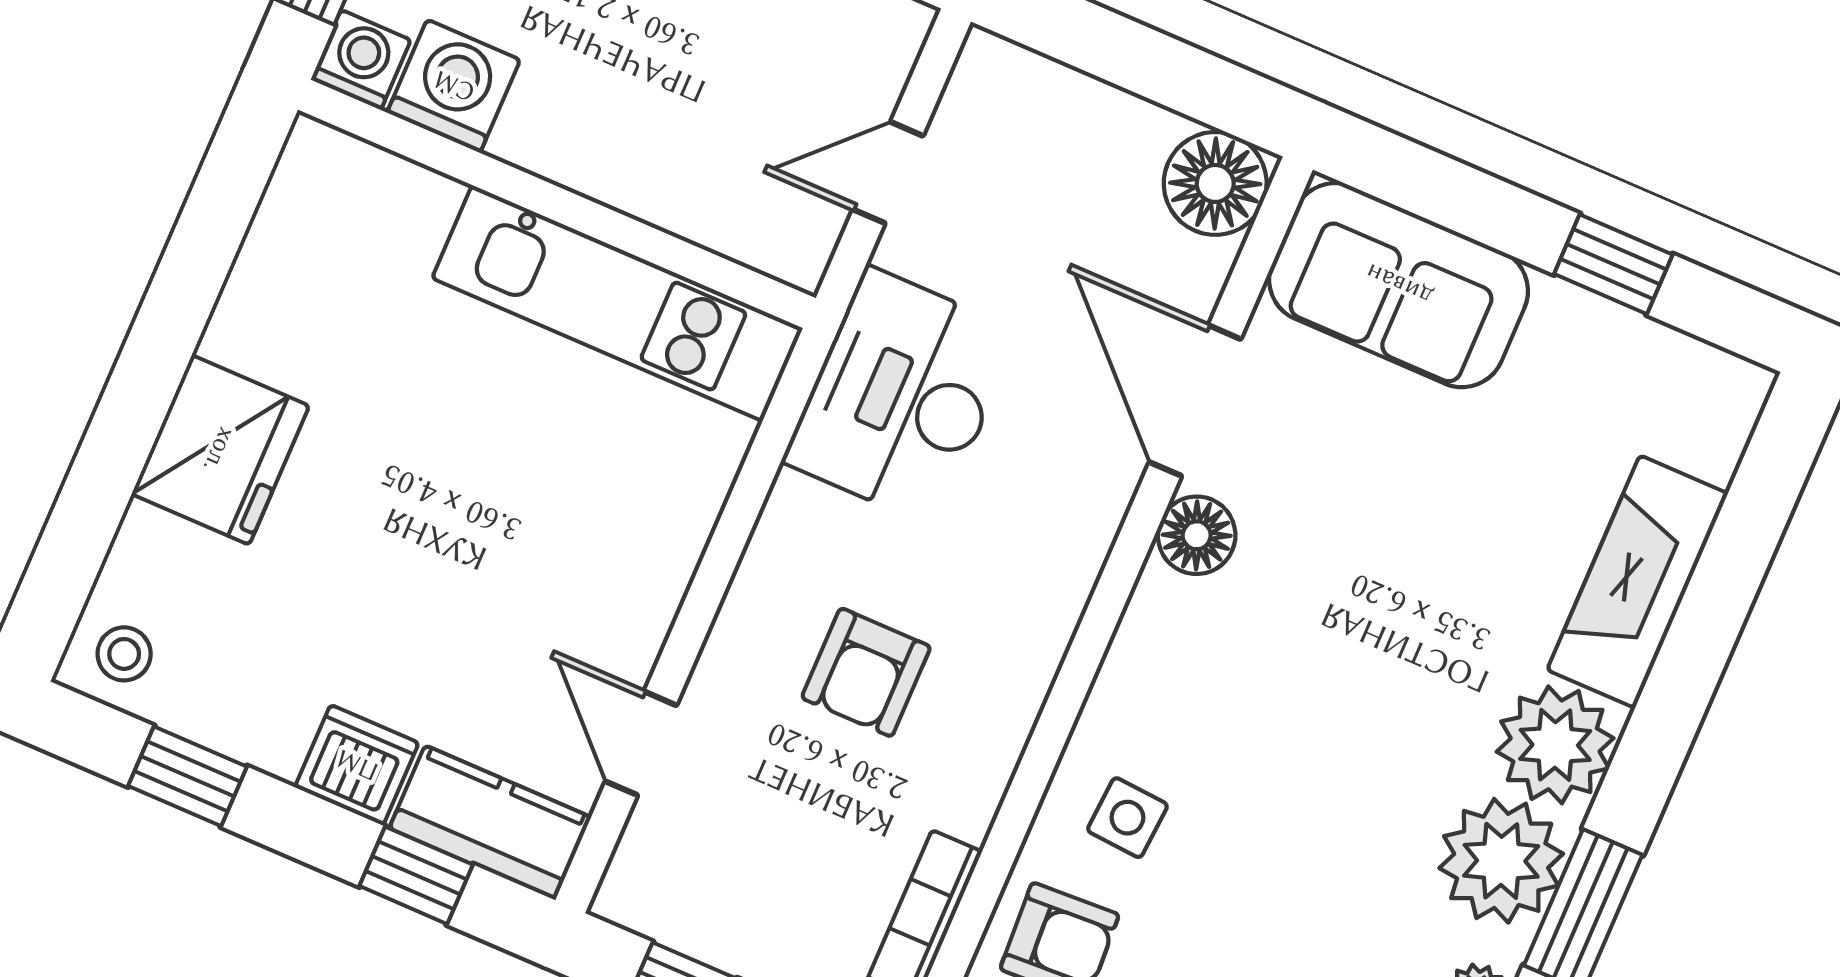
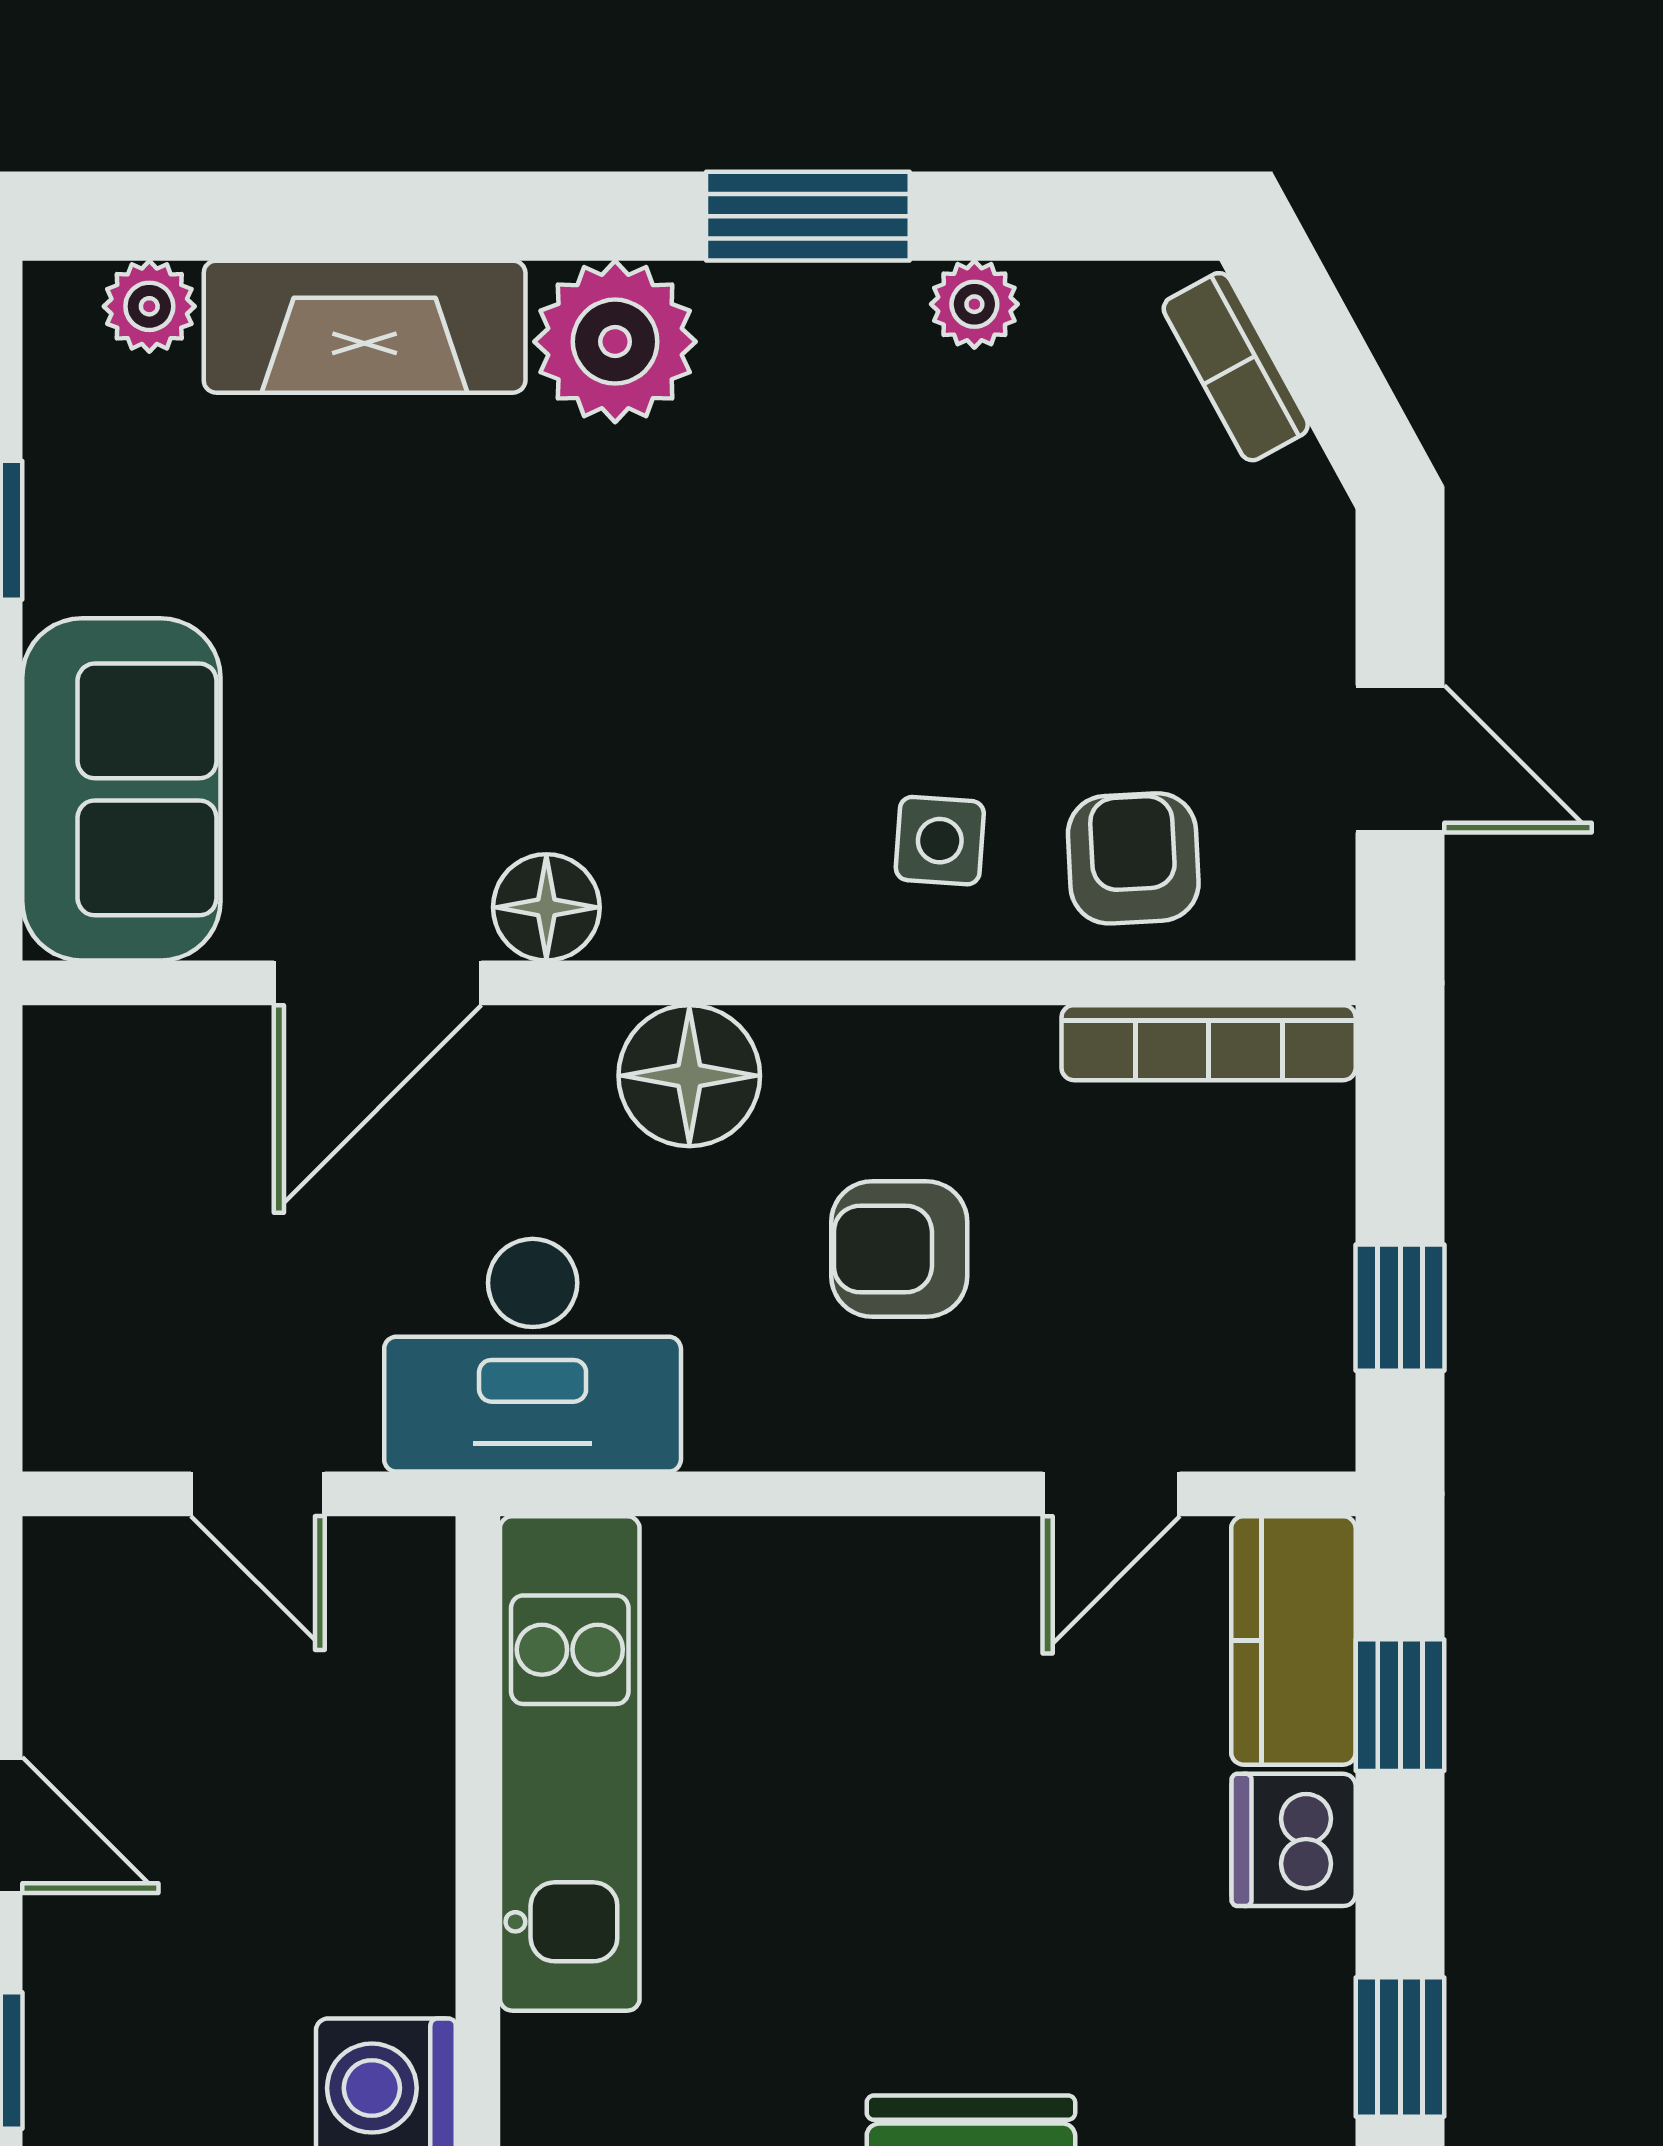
floor lamp: (1215, 183) -> (689, 1076), moved
armchair: (866, 672) -> (899, 1249), turned 180
plant: (1501, 861) -> (149, 306), moved, width x0.53, depth x0.53

